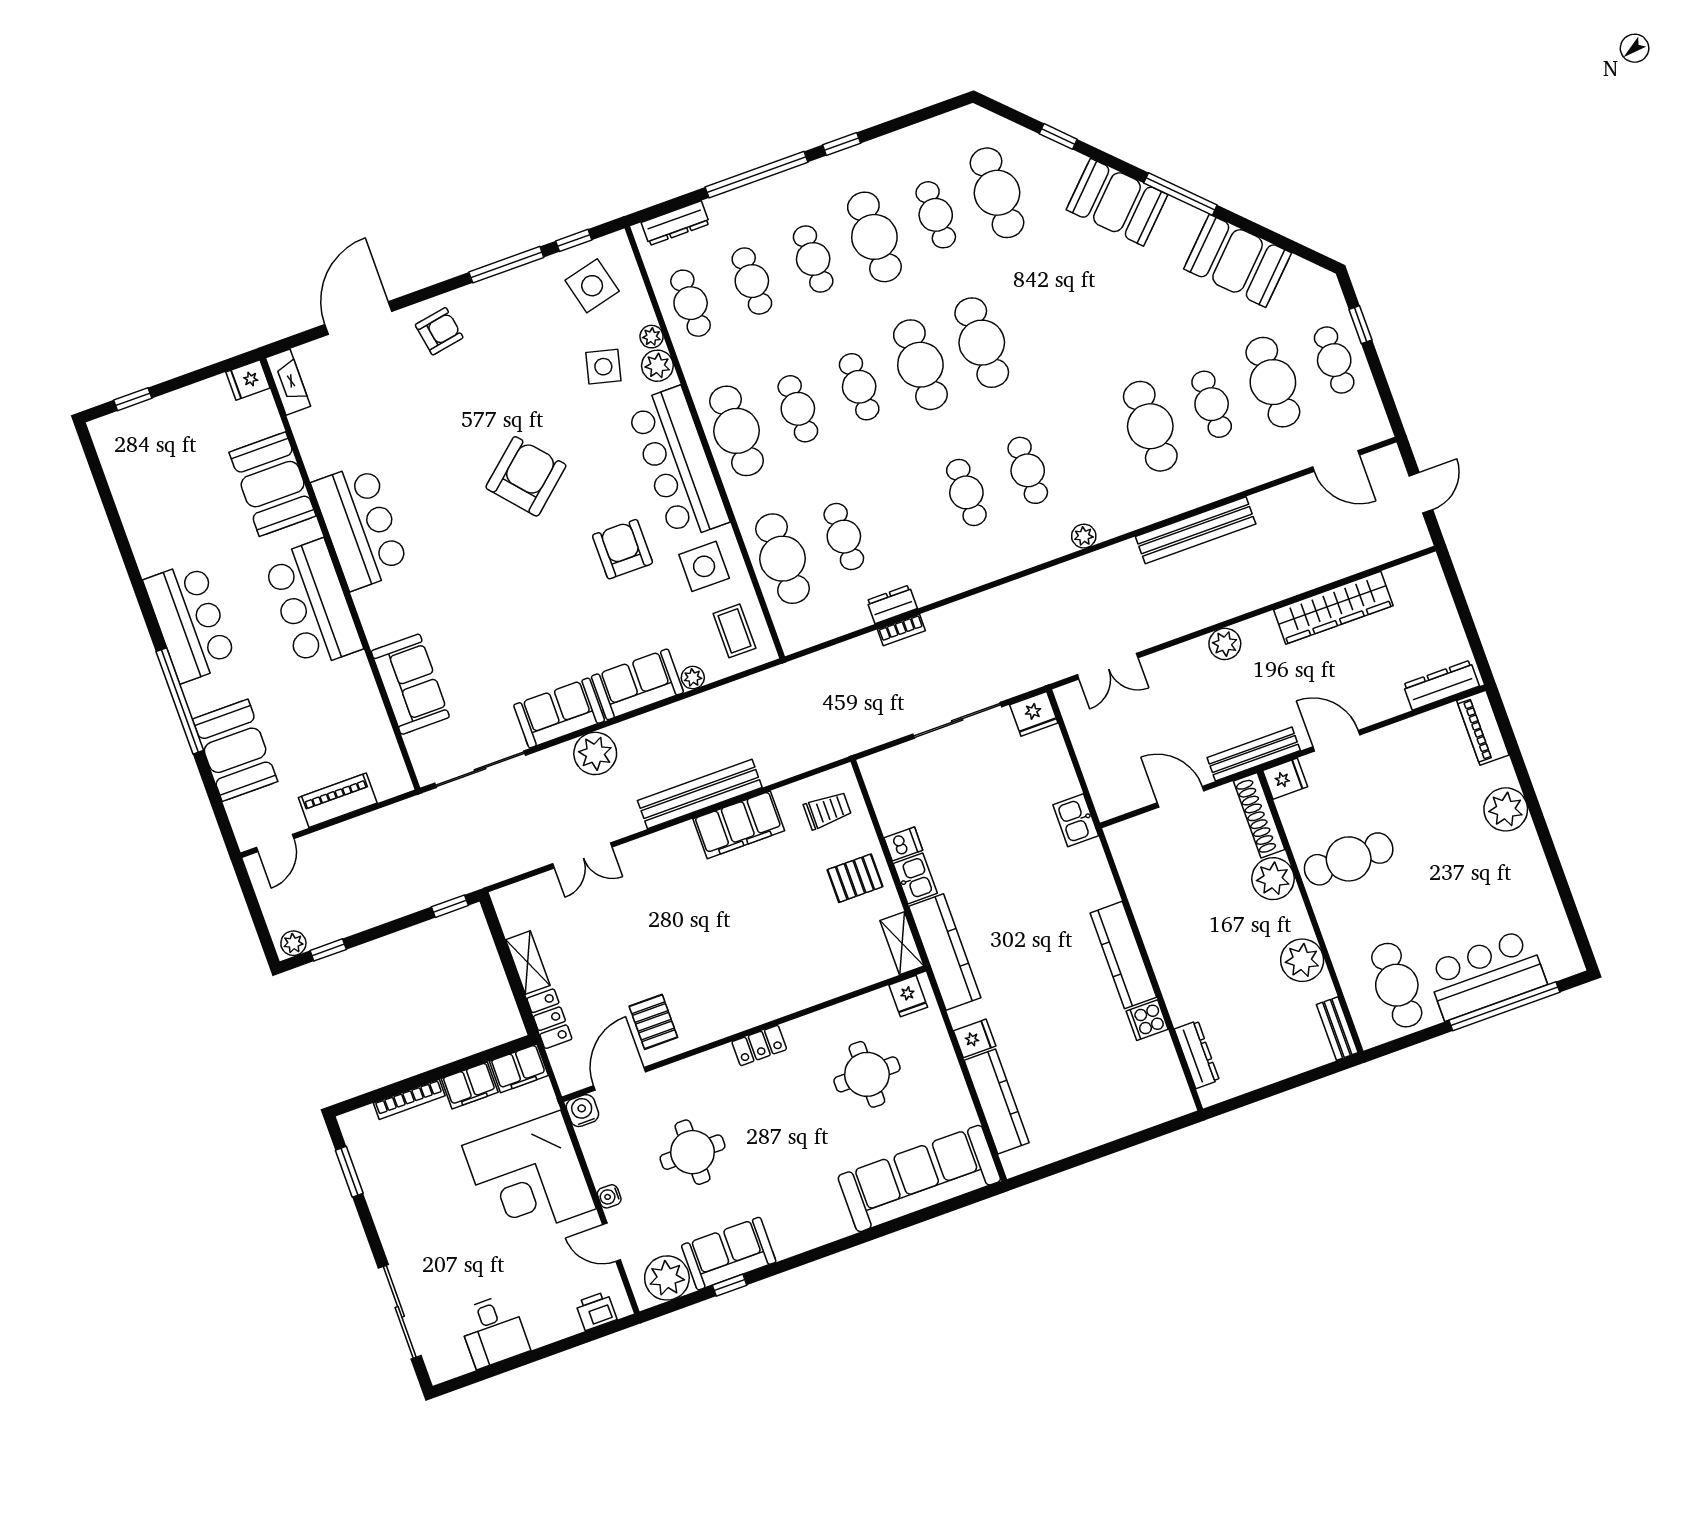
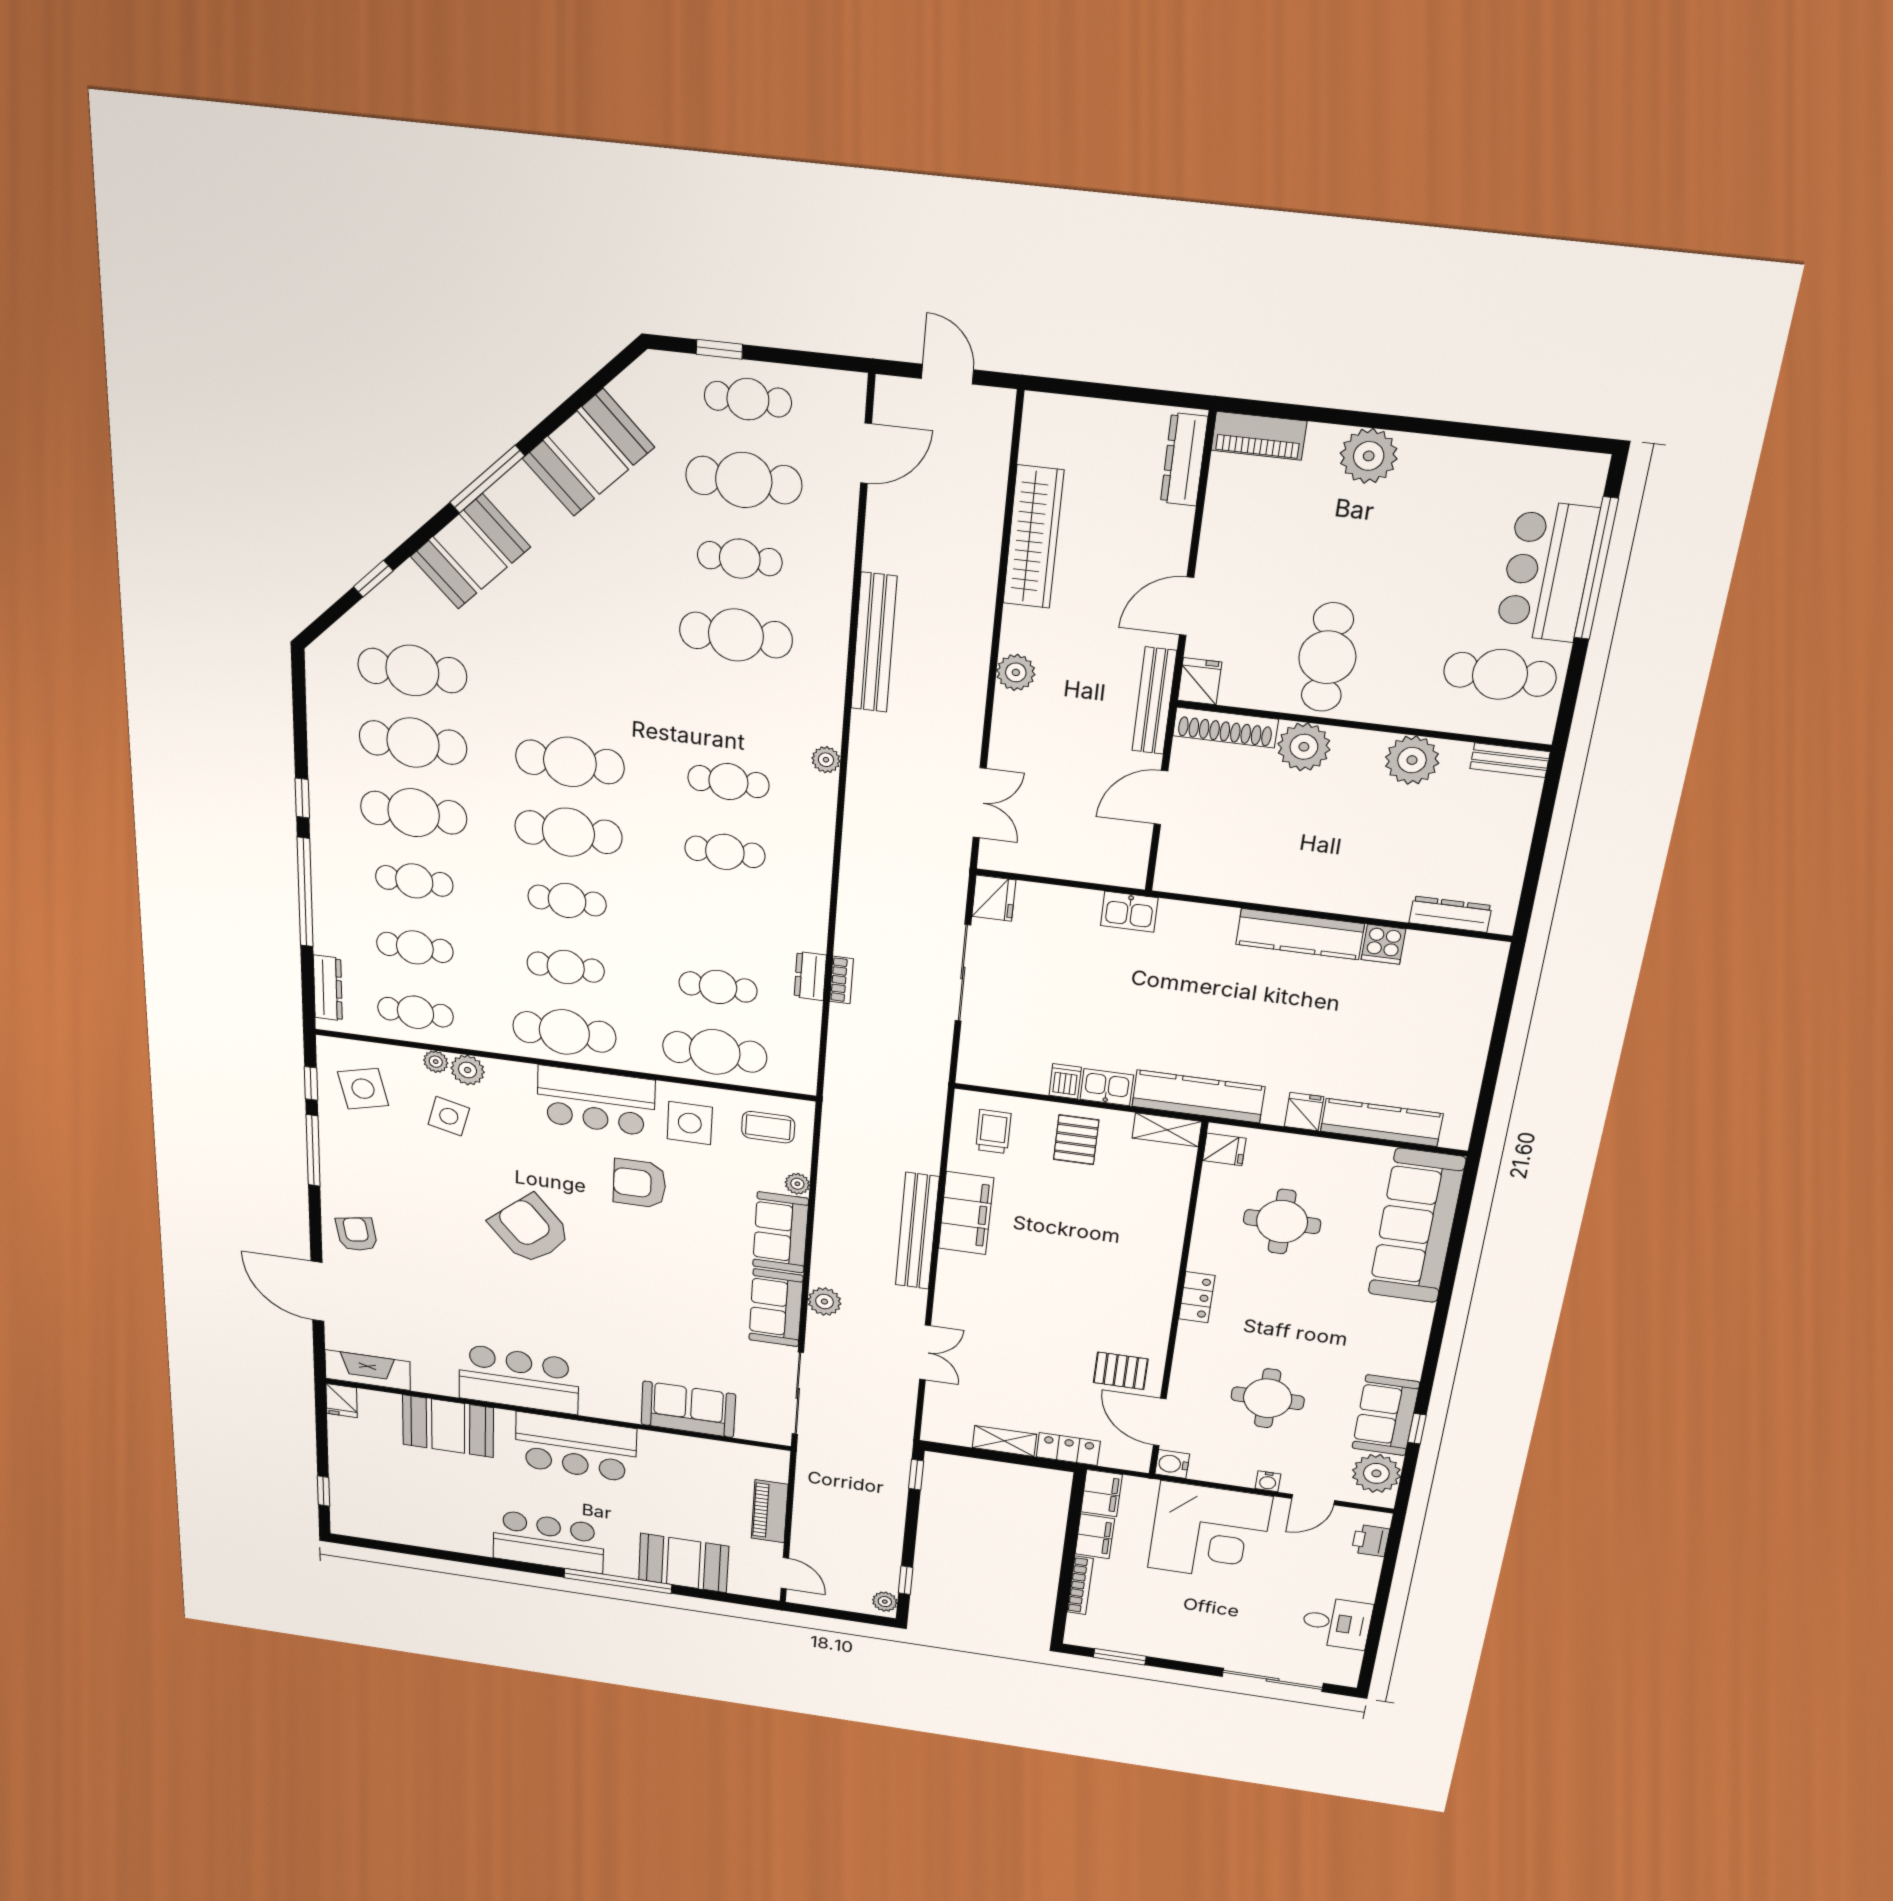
cafe table: (936, 215) -> (413, 743), width x1.37, depth x1.35
fireplace: (288, 382) -> (368, 1370), width x1.37, depth x1.32
bar counter: (678, 463) -> (596, 1101), width x0.73
plant: (595, 753) -> (824, 1302), width x0.73, depth x0.73

